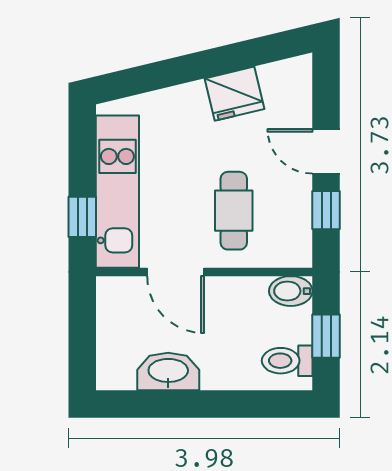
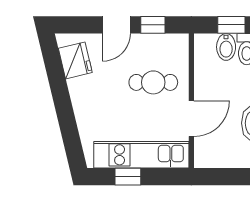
fridge: (235, 94) -> (75, 60), moved
window: (82, 217) -> (128, 177), moved
bidet: (291, 291) -> (226, 47), moved

